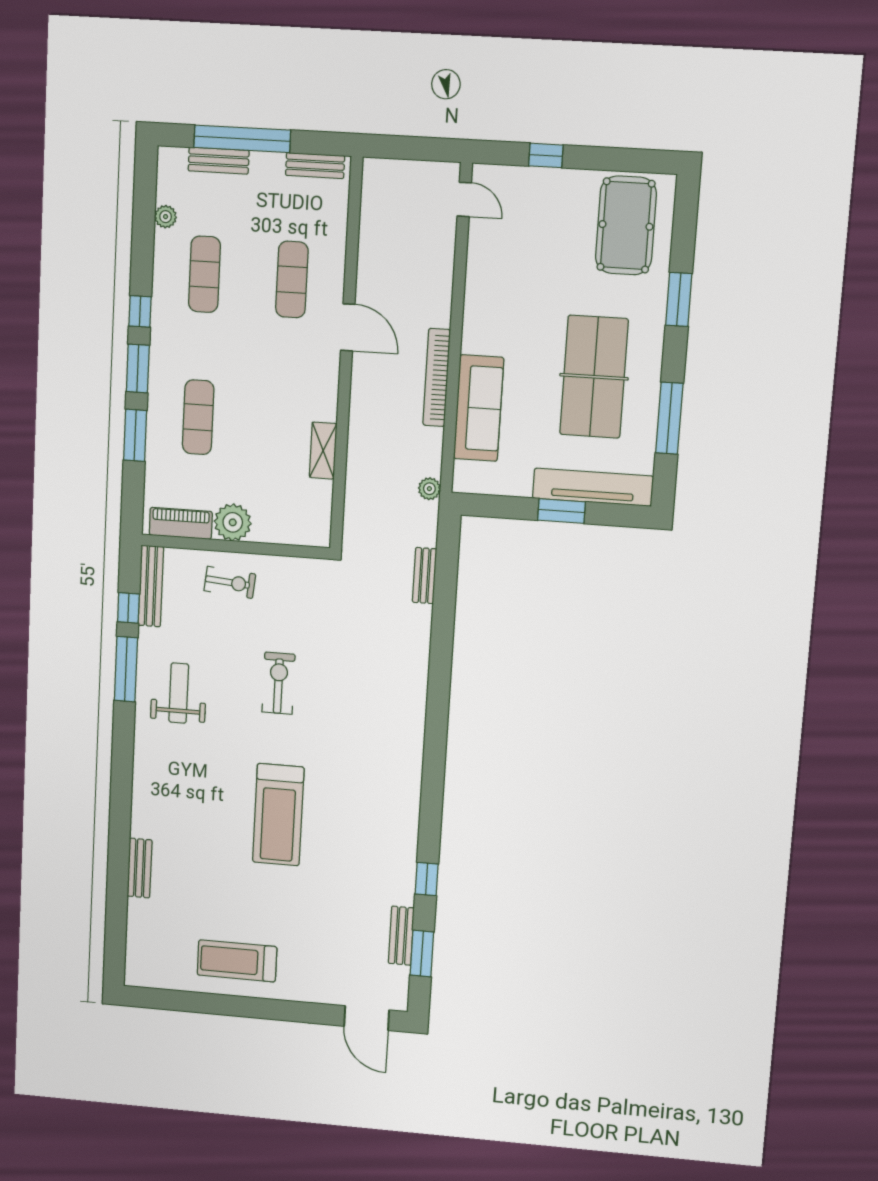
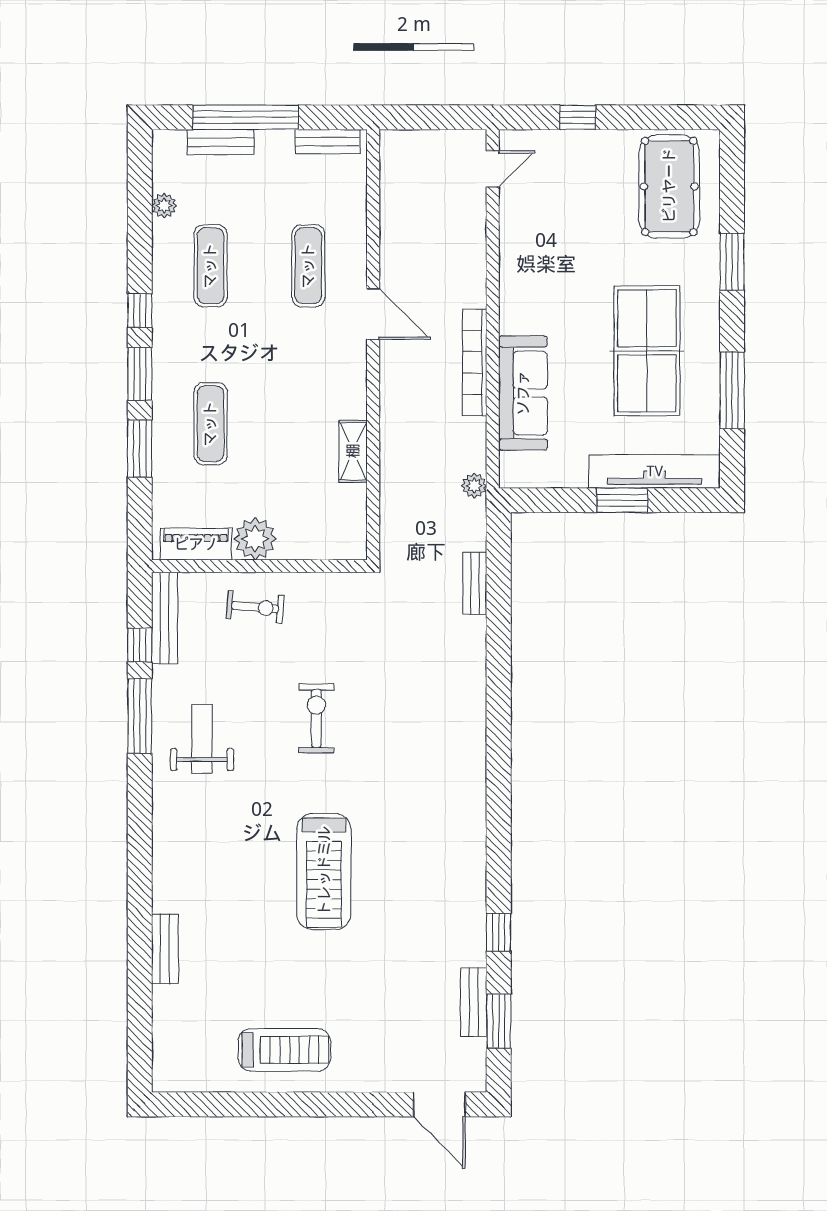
door: (464, 199) -> (493, 169), hinge flipped
treadmill: (237, 961) -> (284, 1050), turned 180

